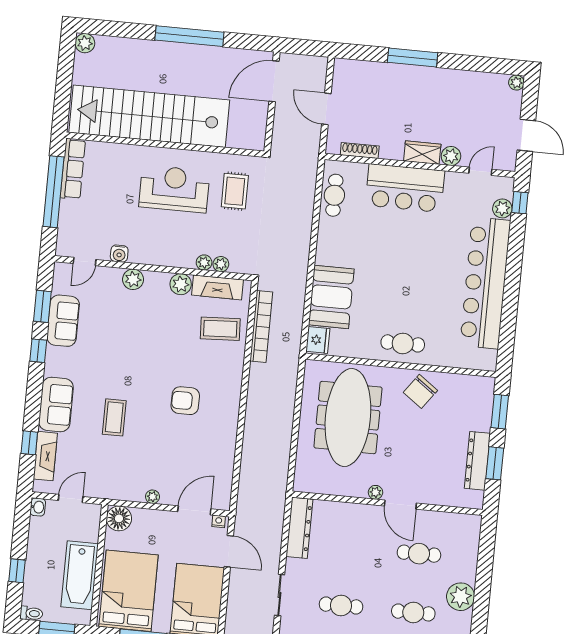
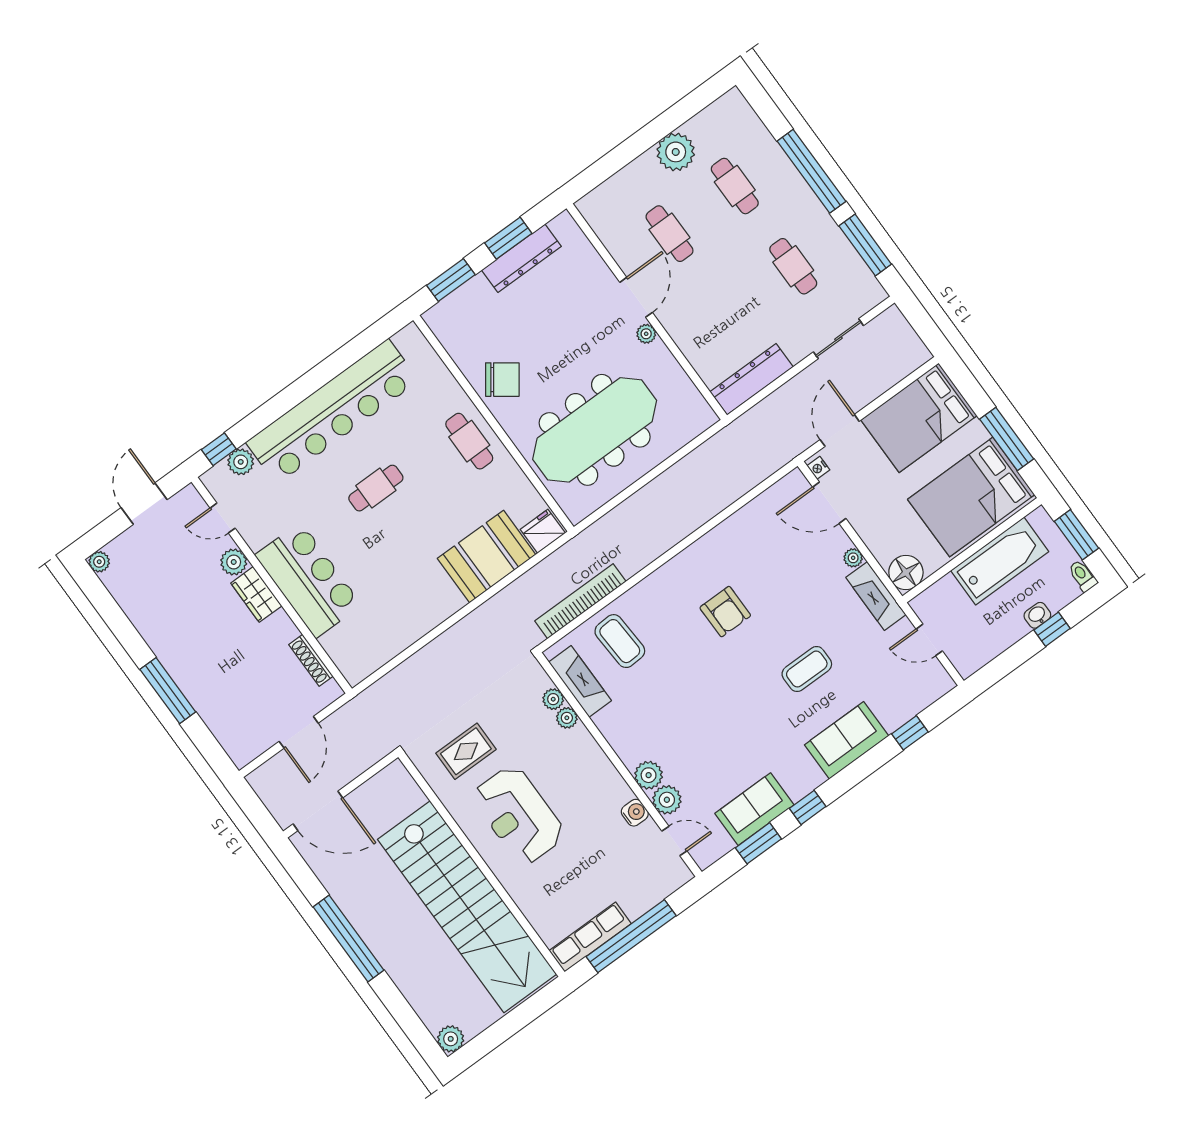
cafe table: (334, 195) -> (376, 488), moved
plant: (181, 284) -> (667, 800), moved
fireplace: (45, 456) -> (876, 596), moved, turned -90
washbasin: (38, 507) -> (1037, 615), moved

